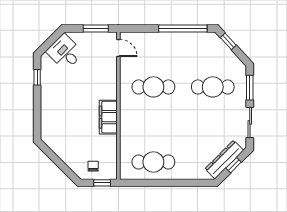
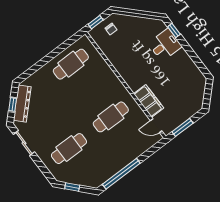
window: (228, 41) -> (72, 187), moved
desk: (65, 52) -> (165, 45), moved, turned -45
window: (37, 77) -> (174, 30), moved
window: (250, 88) -> (43, 168), removed
filing cabinet: (108, 117) -> (149, 101), moved

